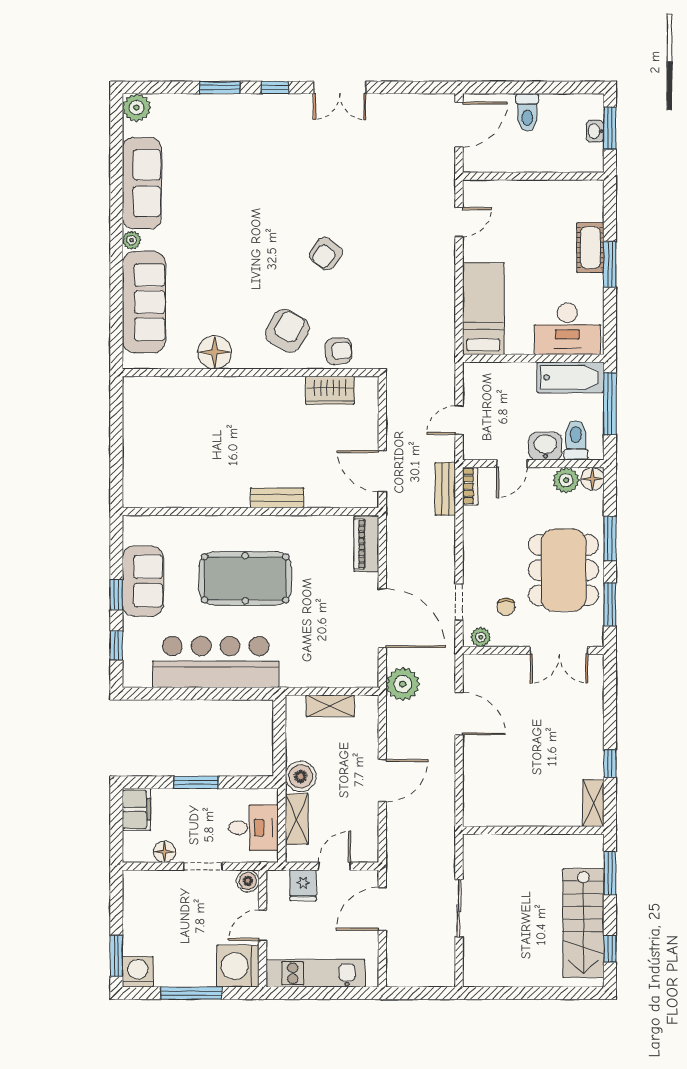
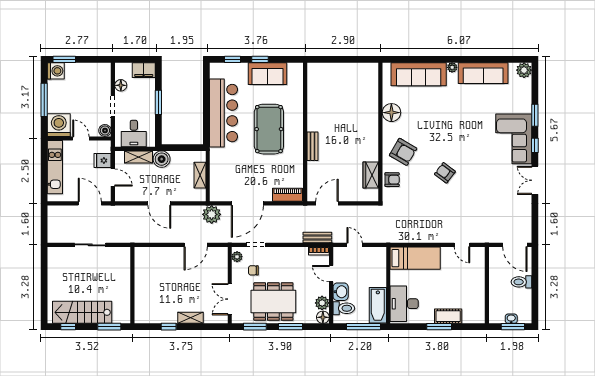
corner sofa: (263, 126) -> (514, 139), added
armchair: (338, 351) -> (392, 180), turned -85
shelving: (593, 803) -> (191, 318), moved

